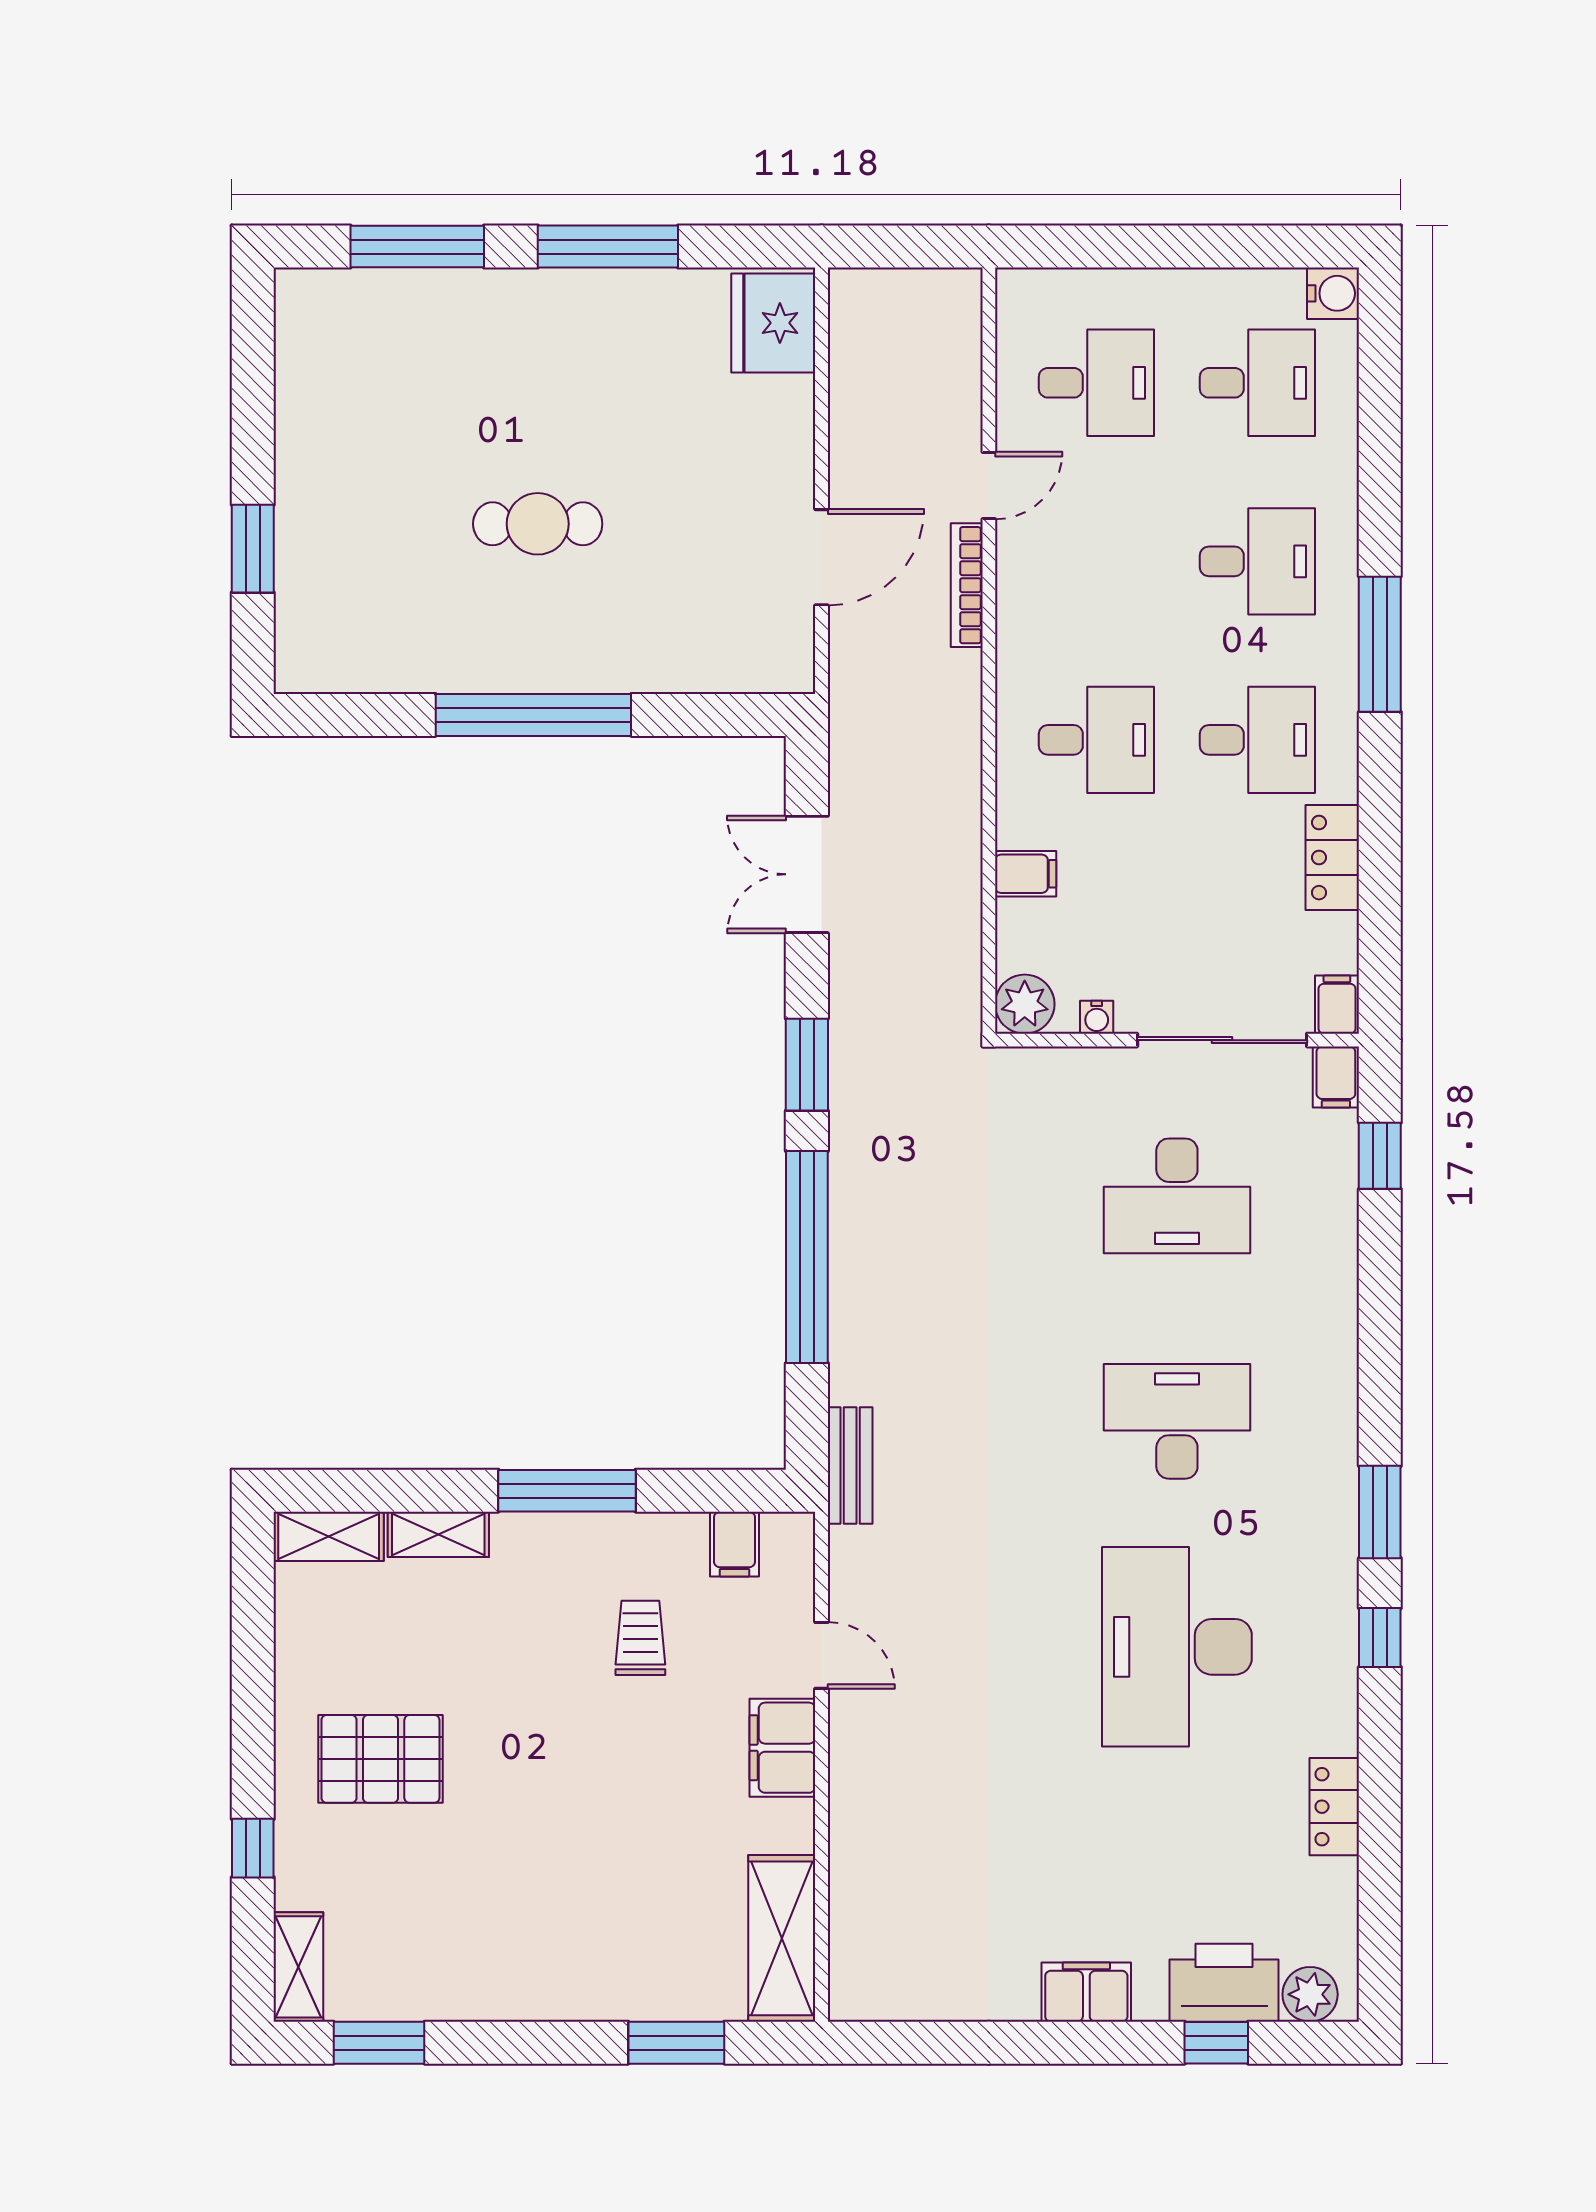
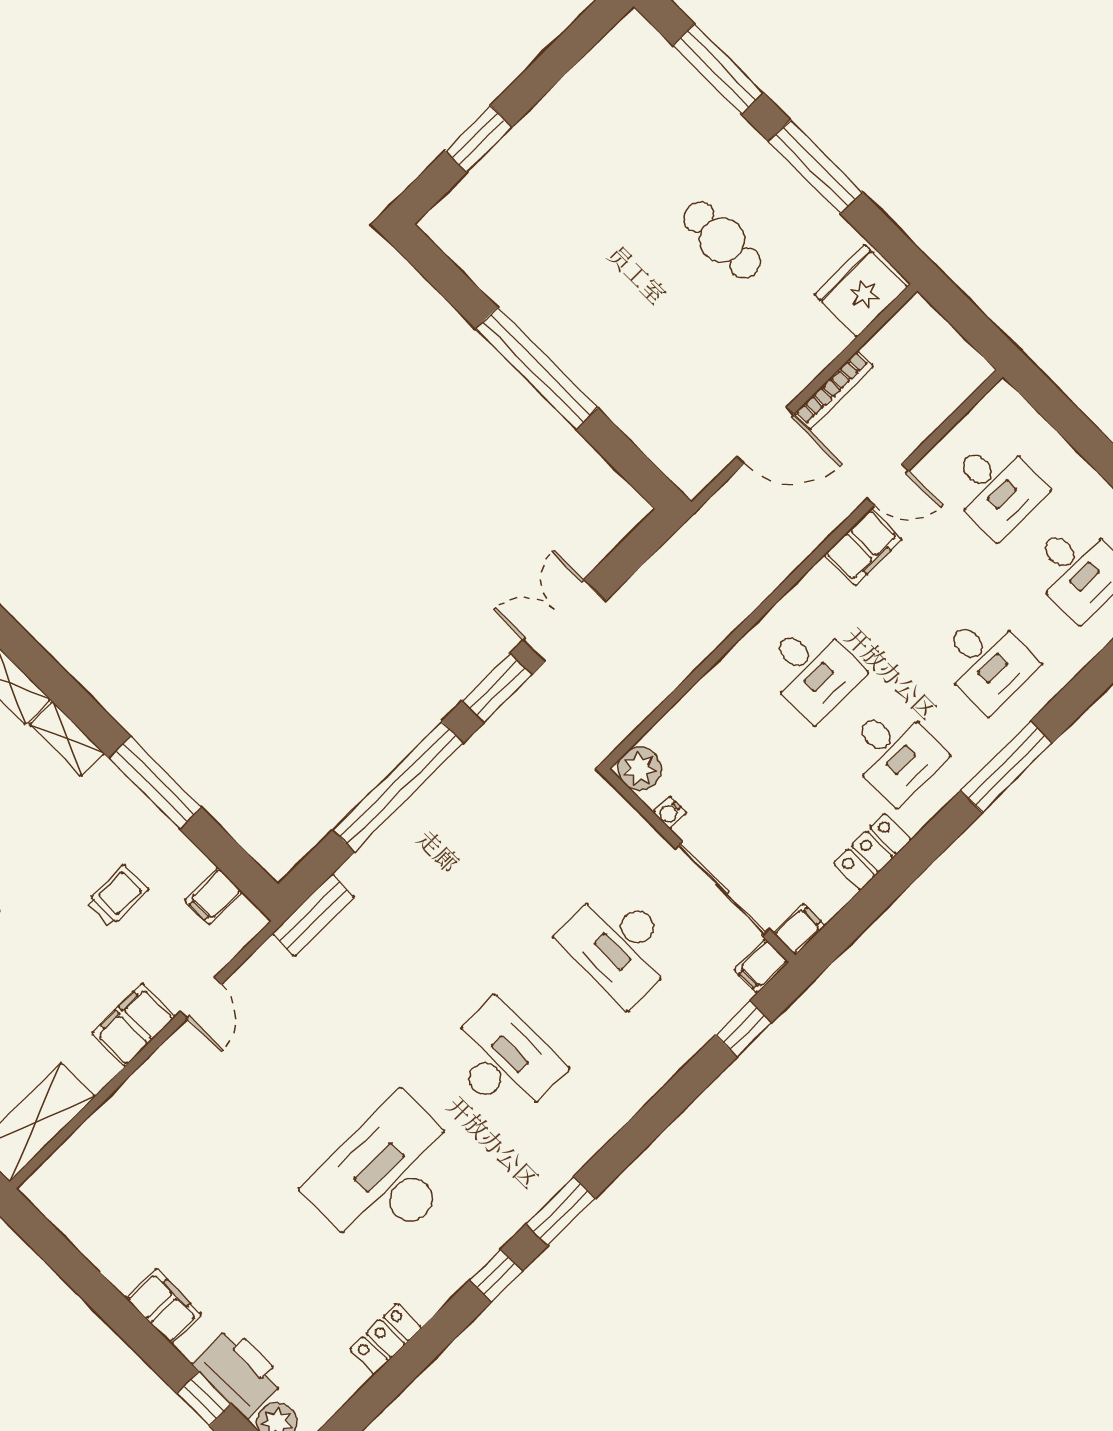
cafe table: (538, 524) -> (722, 240), moved
bookcase: (967, 585) -> (834, 390), moved, turned 180
double door: (807, 874) -> (564, 621), moved
filing cabinet: (1026, 874) -> (863, 547), moved, width x2.00

